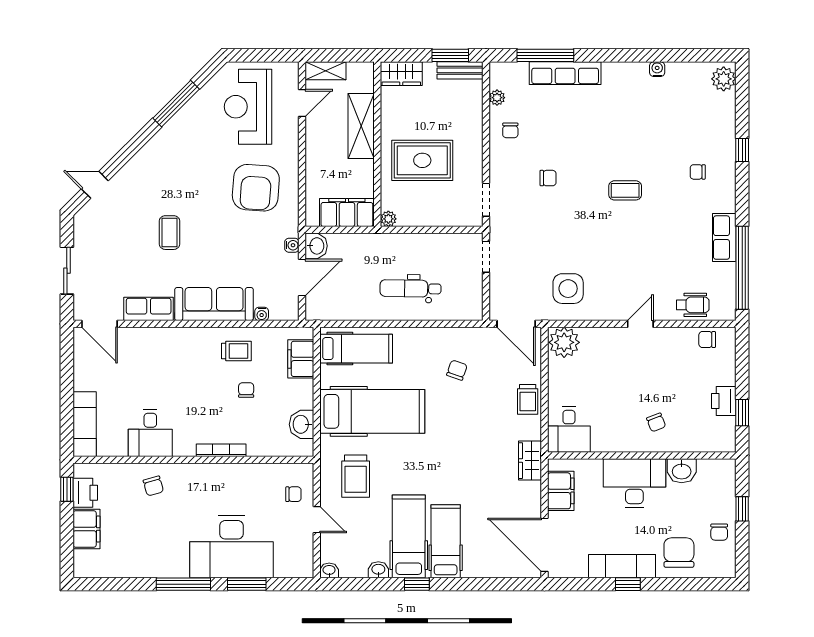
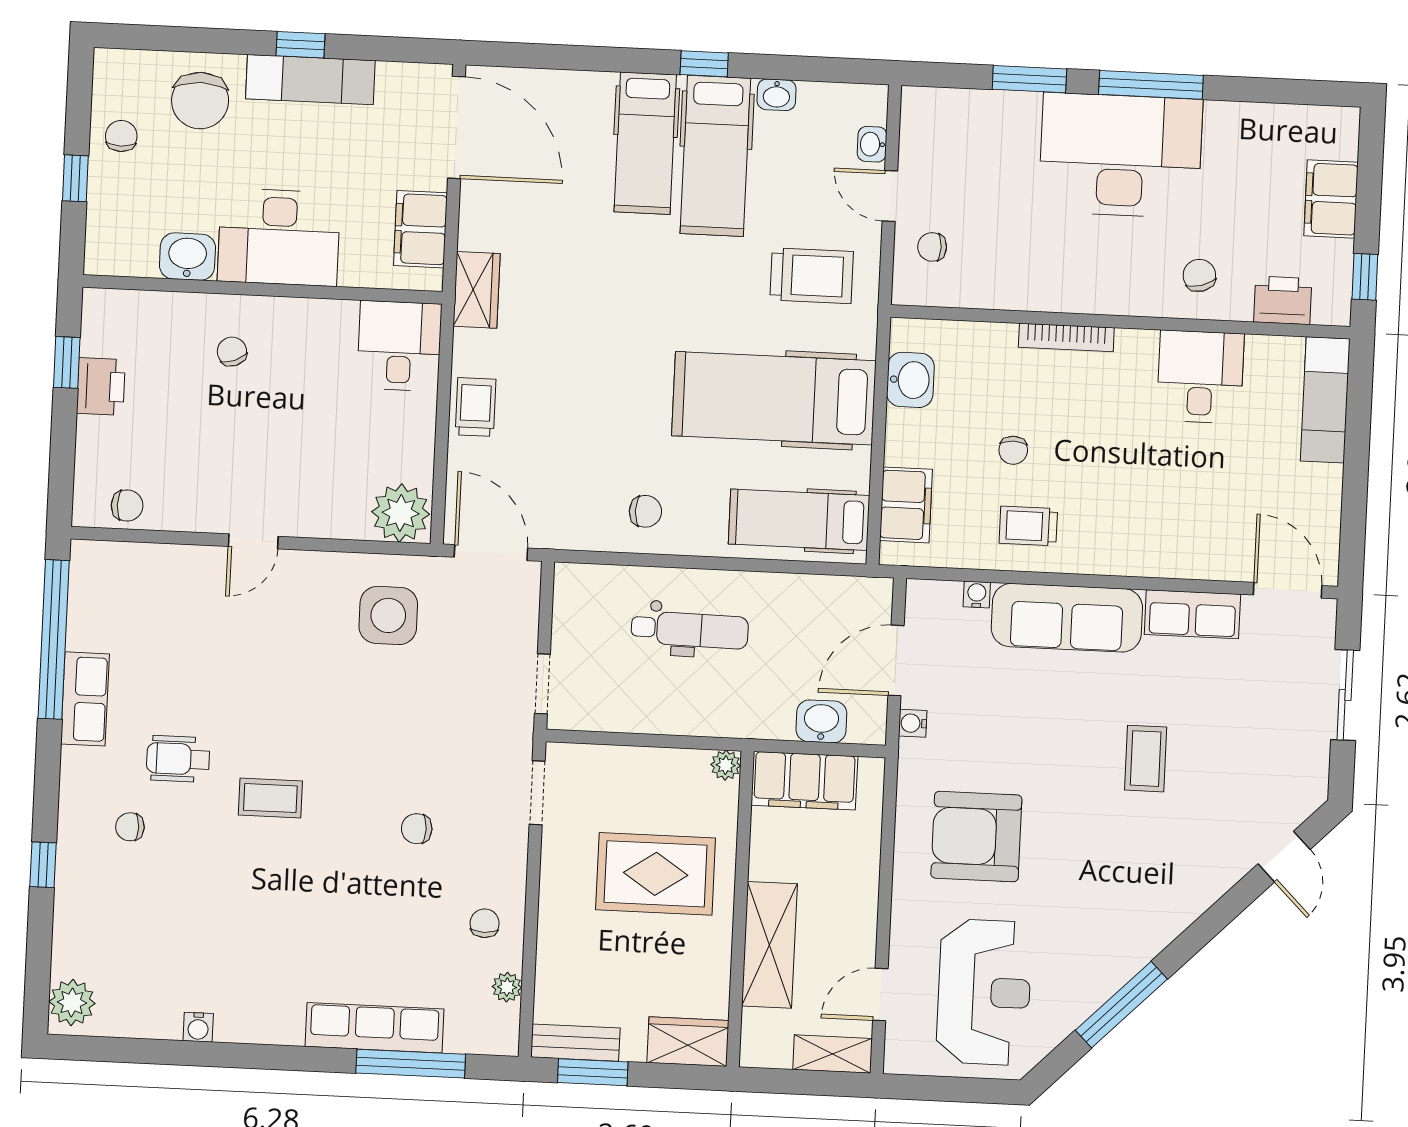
chair: (698, 172) -> (130, 827), turned 180
door: (95, 185) -> (1284, 857), hinge flipped
armchair: (256, 188) -> (976, 837), turned -94
washbasin: (316, 246) -> (821, 721), moved, turned 90
wheelchair: (693, 305) -> (178, 759), moved
chair: (457, 370) -> (645, 511), moved, turned -109
trolley: (356, 476) -> (812, 276), turned 90
printer: (85, 493) -> (1283, 300), moved, turned 90
desk: (231, 547) -> (1121, 155), moved
washbasin: (329, 570) -> (872, 144), moved, turned 90

